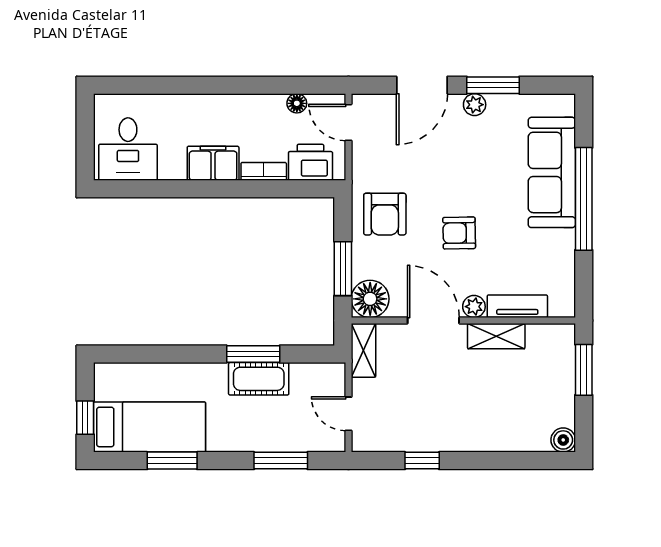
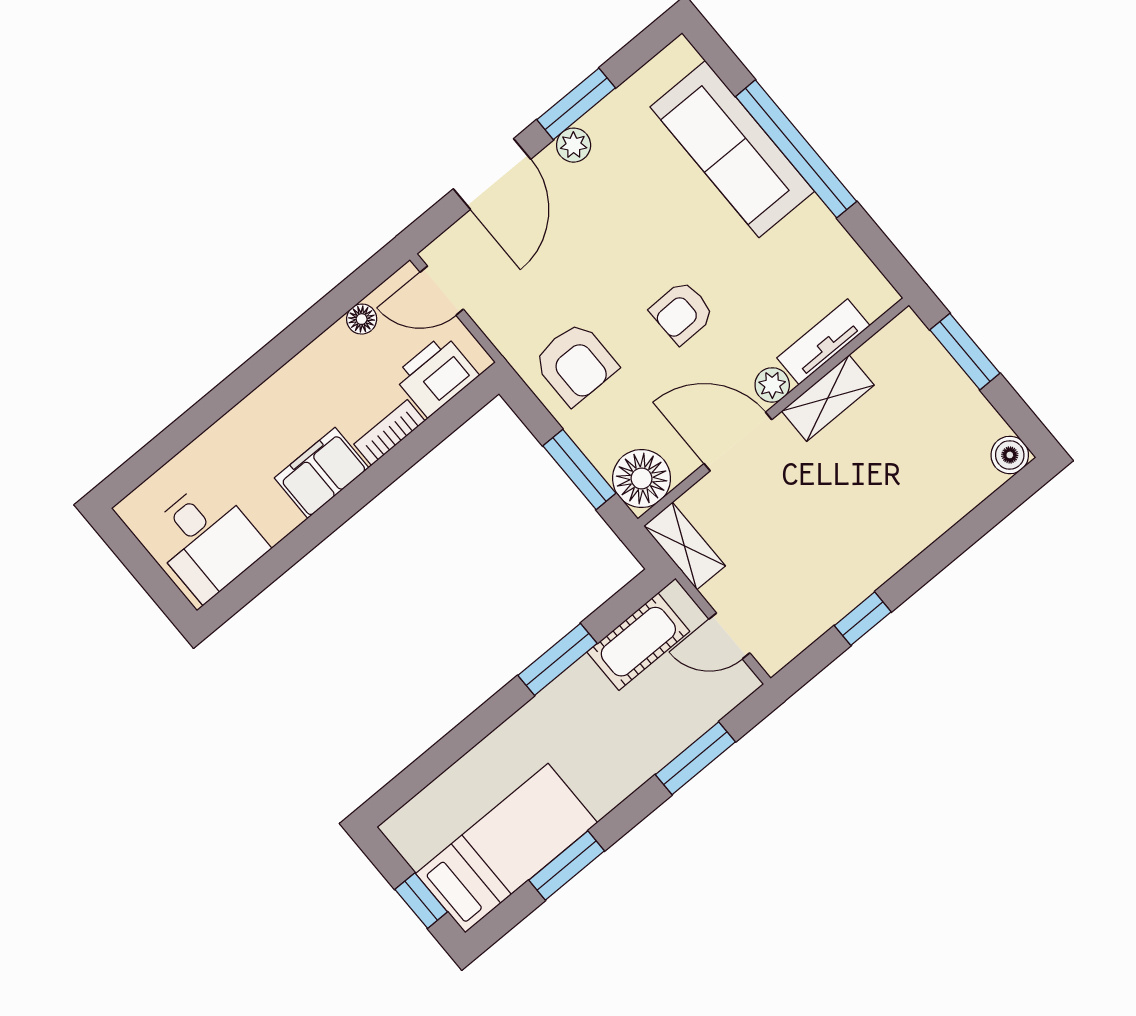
cot: (259, 379) -> (638, 642), moved

